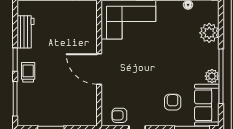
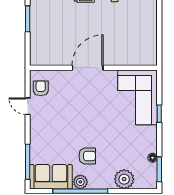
armchair: (173, 102) -> (87, 156), moved

